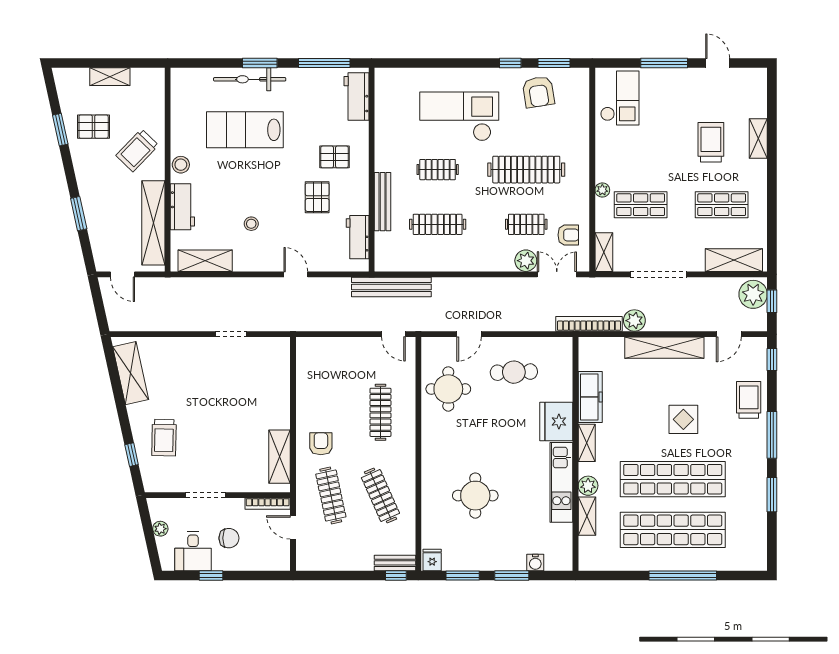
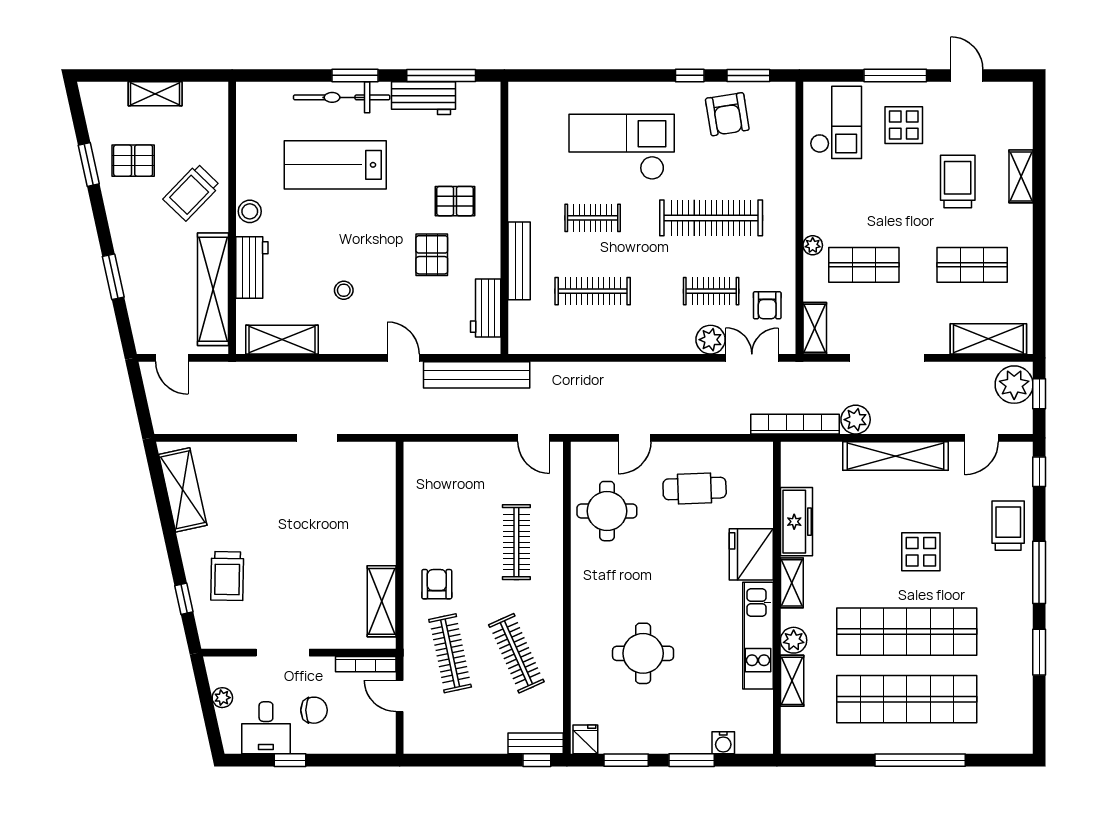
workbench: (356, 96) -> (424, 98), moved, turned -90
display table: (670, 100) -> (904, 125), added
armchair: (568, 235) -> (767, 305), turned 90
bench: (391, 287) -> (477, 375), moved

